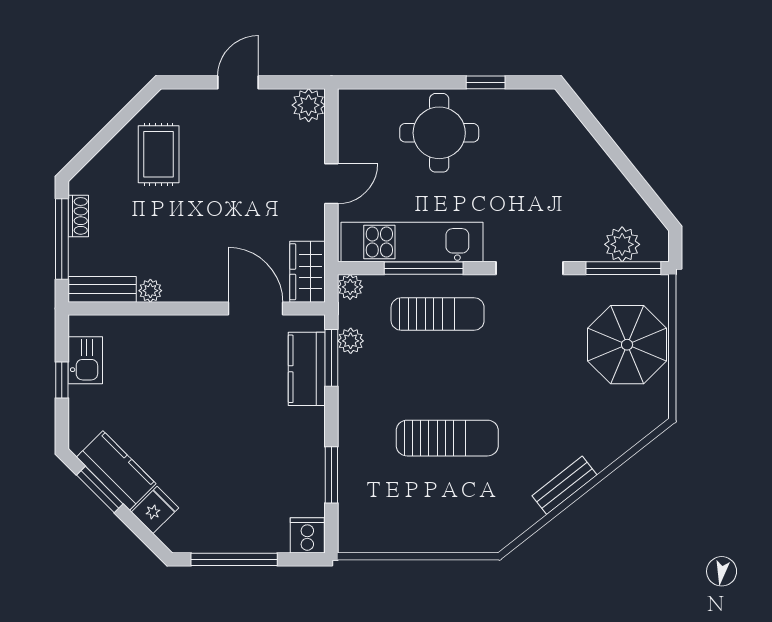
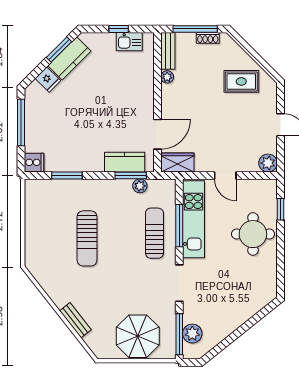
window: (486, 82) -> (280, 209), moved
plant: (350, 287) -> (169, 186), removed
sun lounger: (438, 314) -> (154, 233), turned 180
bench: (565, 485) -> (75, 320), moved

